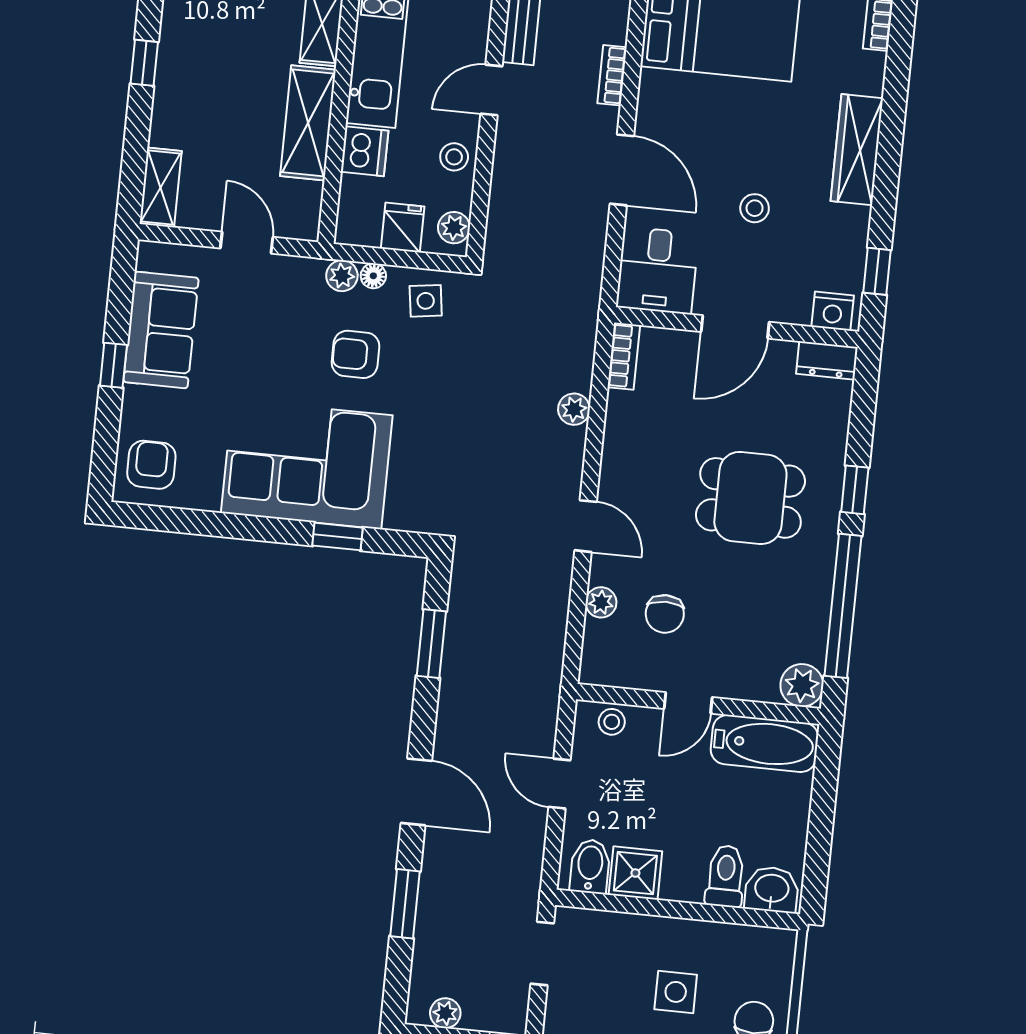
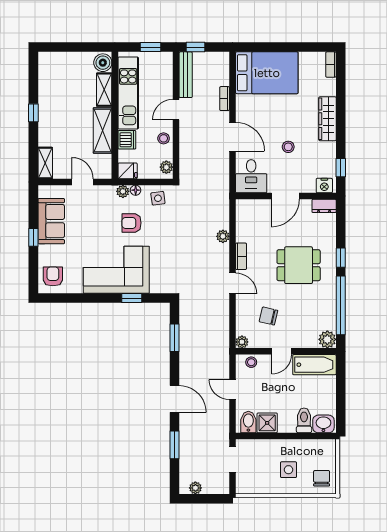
fridge: (403, 228) -> (128, 171), moved, turned 90
bookcase: (624, 356) -> (241, 256), moved
plant: (601, 602) -> (242, 342), moved
chair: (665, 614) -> (268, 316), turned 103

